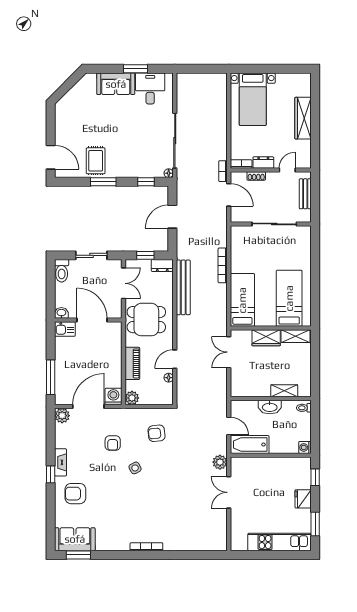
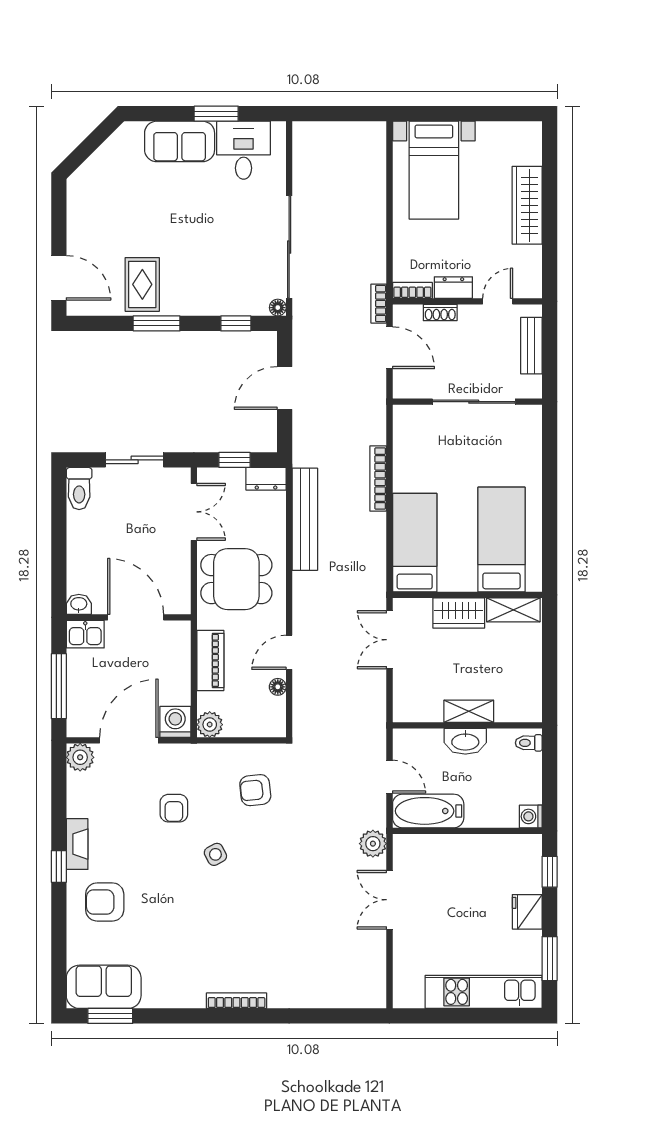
washbasin: (61, 313) -> (79, 604), moved
wall: (88, 320) -> (129, 617), moved
door: (92, 320) -> (136, 617), moved
kitchen sink: (65, 329) -> (85, 634), moved
shelving: (284, 391) -> (469, 711), moved

